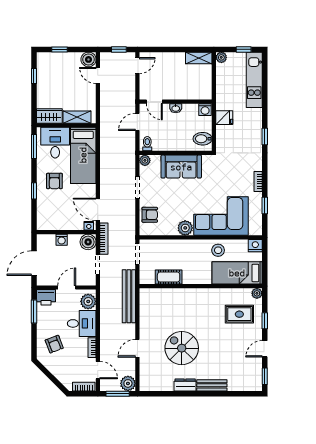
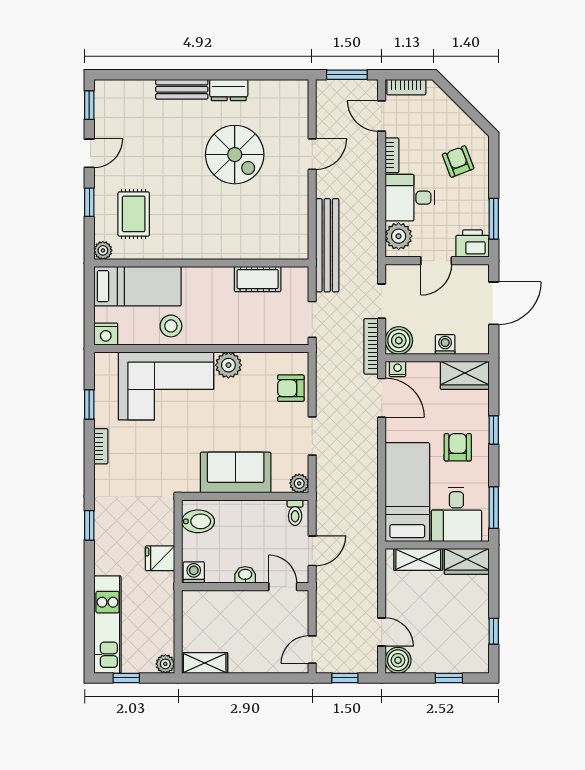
wardrobe: (50, 222) -> (465, 375), added
rug: (239, 314) -> (134, 214), turned 90
plant: (128, 383) -> (329, 93), removed

